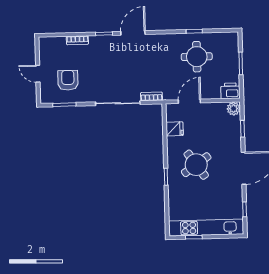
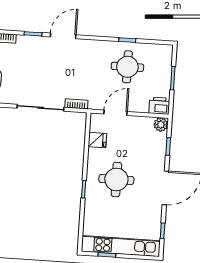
round table: (196, 165) -> (116, 179), turned 35

